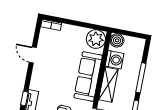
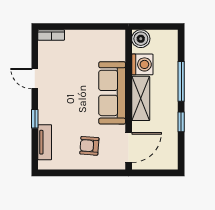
plant: (96, 39) -> (113, 42), removed
window: (24, 99) -> (35, 119), moved

